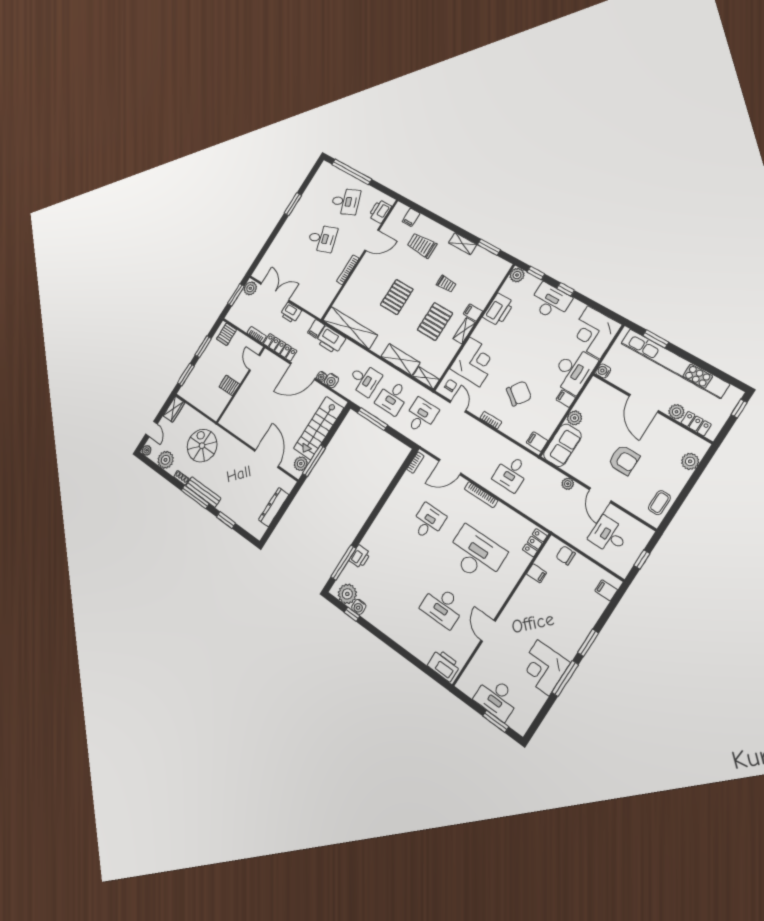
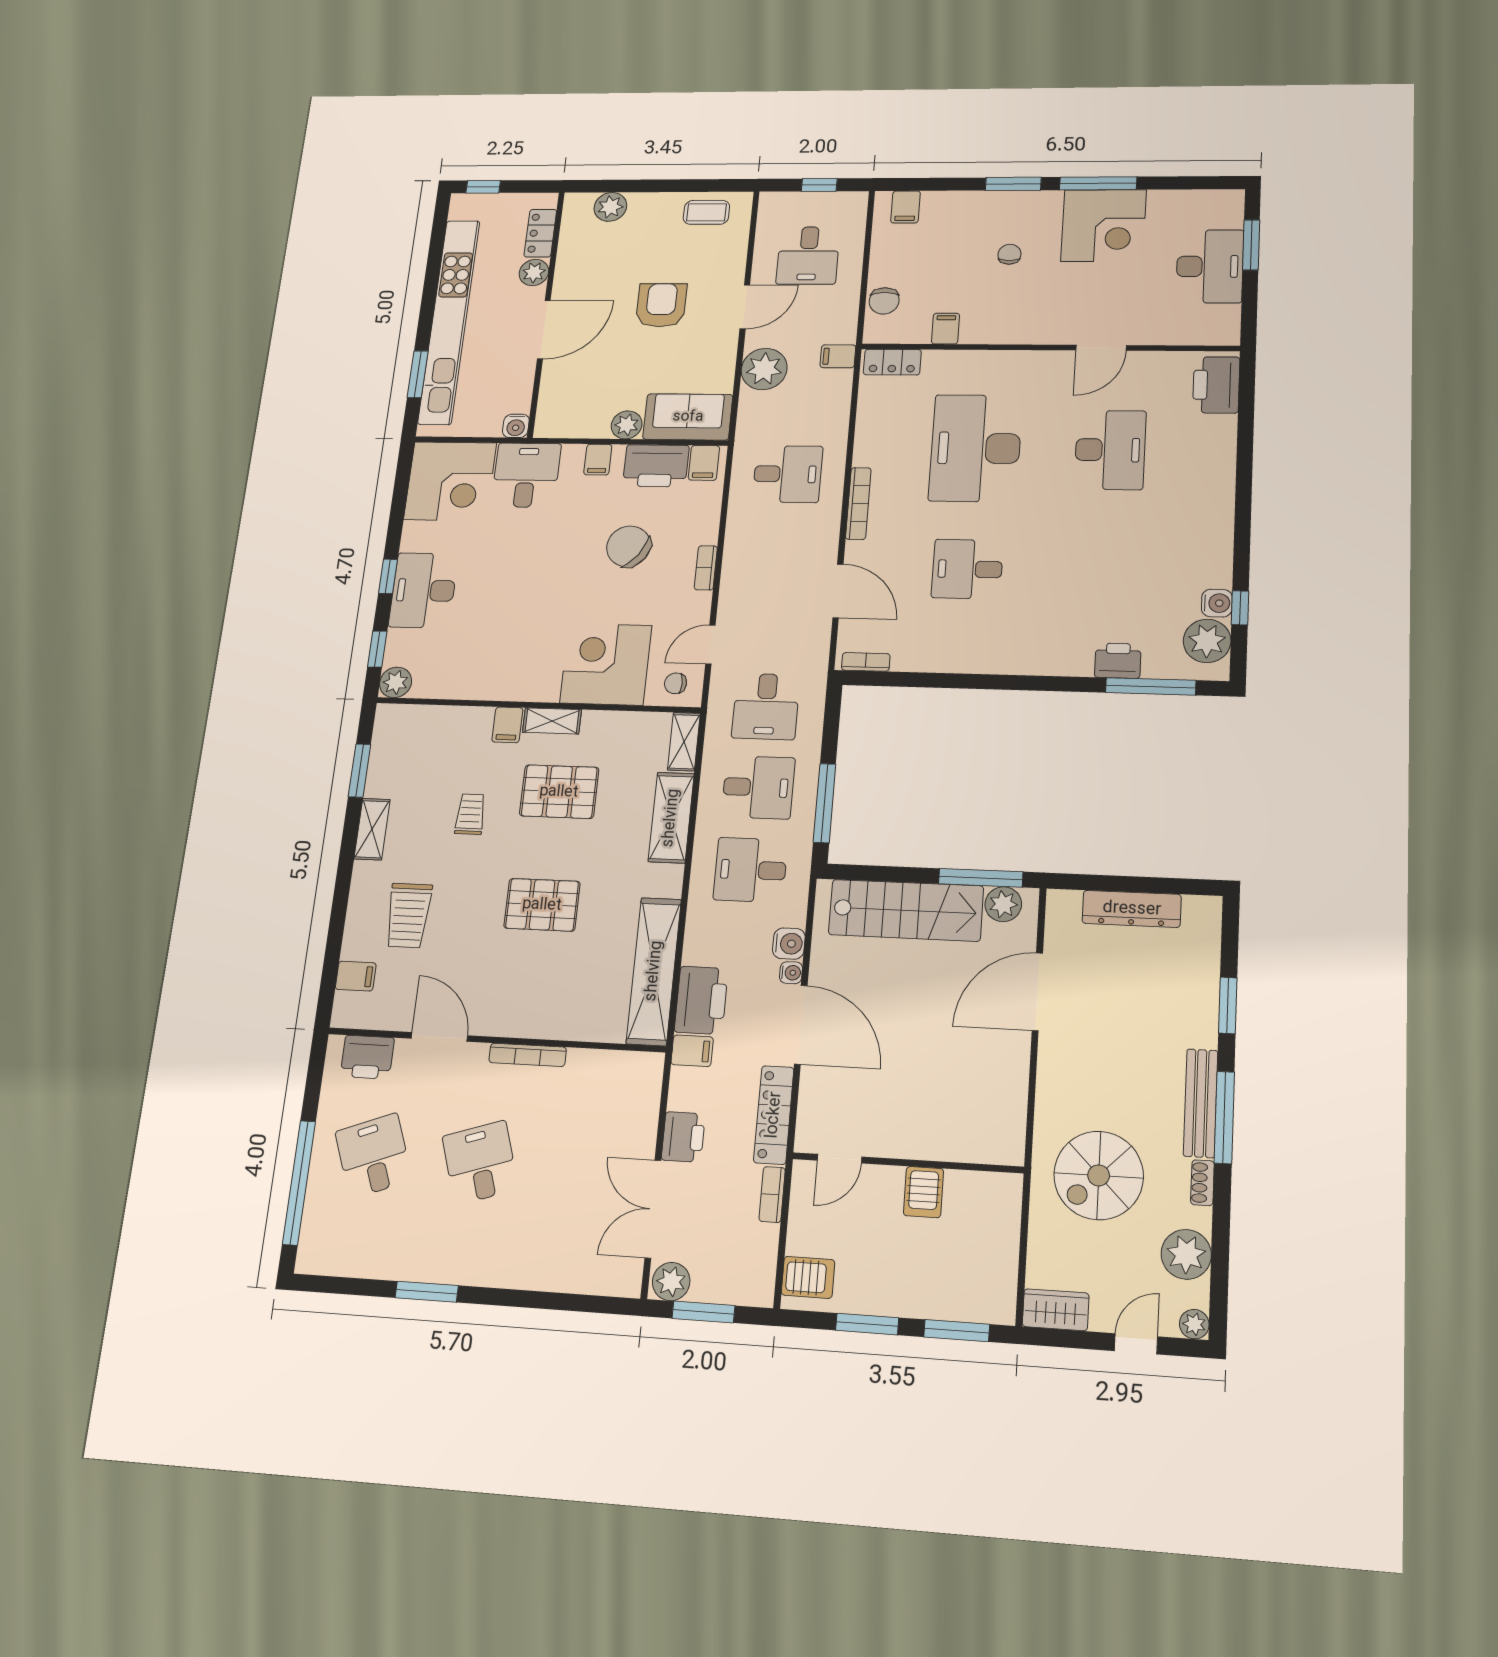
printer: (498, 310) -> (656, 466), moved, turned 180
desk: (574, 370) -> (526, 475), width x0.73
desk: (365, 380) -> (750, 870), turned -90
desk: (421, 416) -> (766, 706), turned -90
plant: (568, 484) -> (764, 369), width x1.87, depth x1.87
filing cabinet: (552, 522) -> (838, 356), added
chair: (555, 620) -> (1009, 254), added

